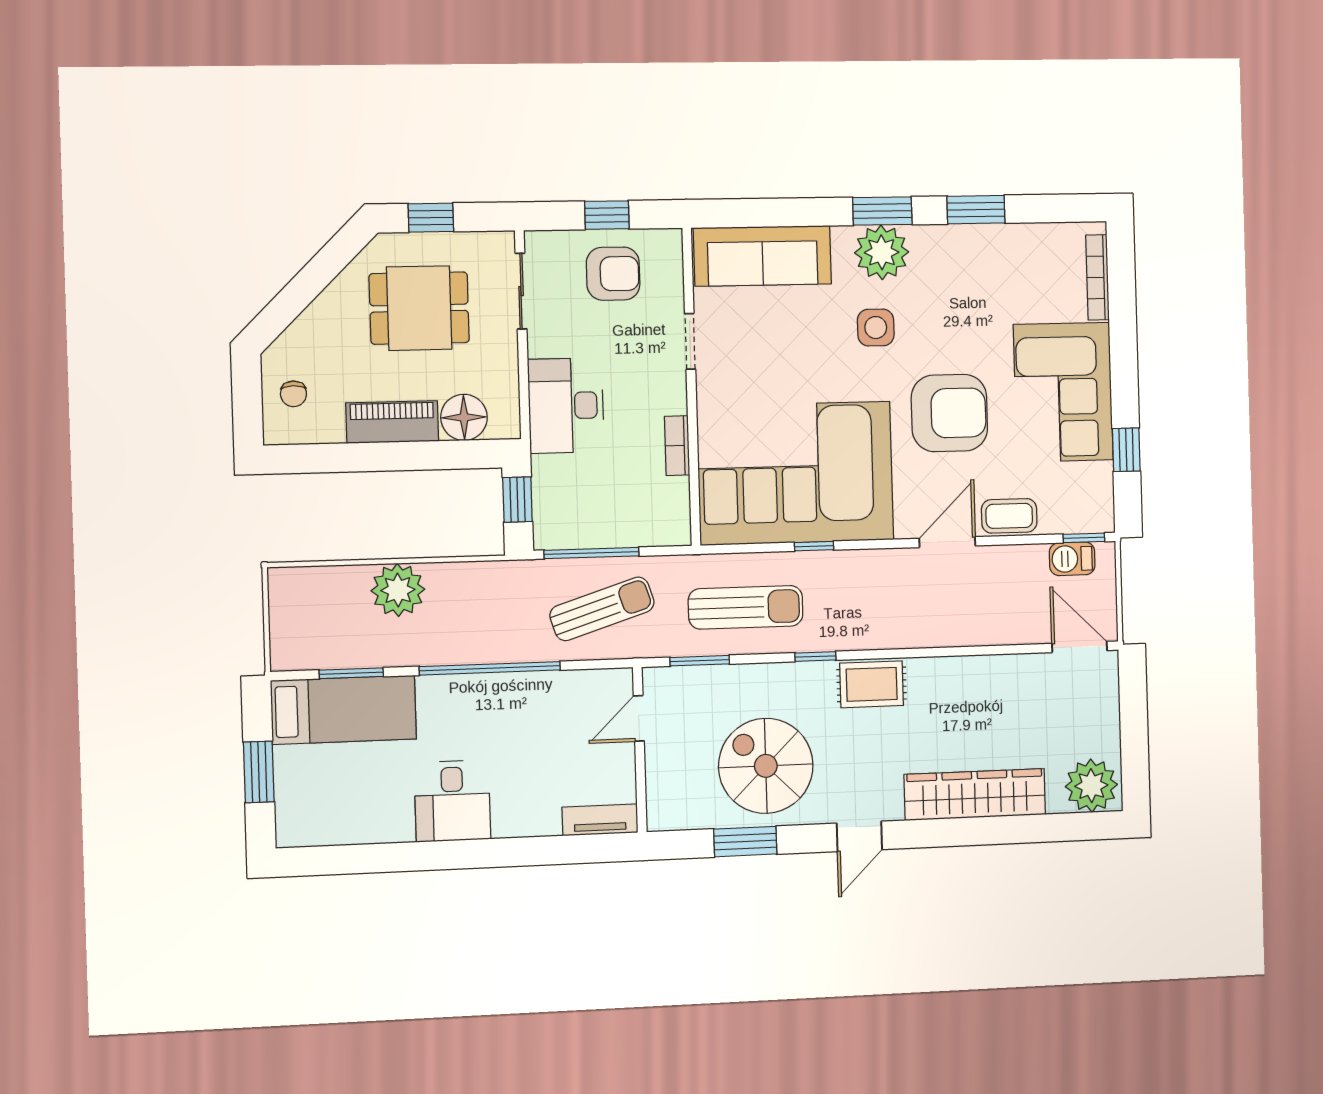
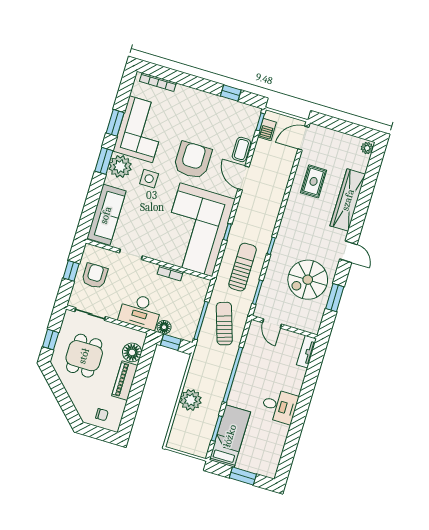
corner sofa: (1063, 392) -> (141, 129), moved, turned -90
floor lamp: (548, 473) -> (164, 327), added
rug: (872, 684) -> (314, 181), moved
plant: (1091, 786) -> (367, 148), width x0.53, depth x0.53

